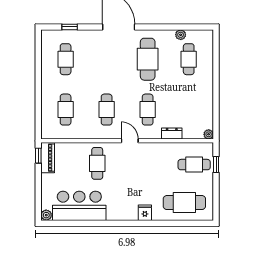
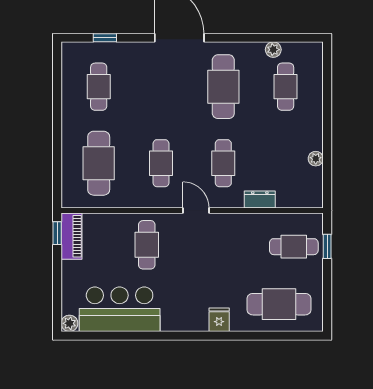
cafe table: (66, 110) -> (99, 163), width x1.37, depth x1.35
plant: (209, 134) -> (316, 159), moved

